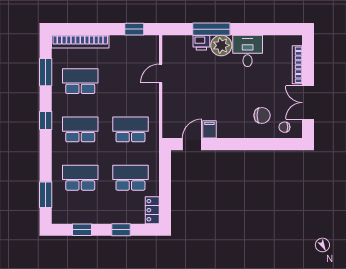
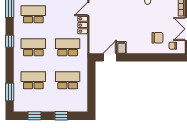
locker: (152, 210) -> (83, 25), moved

